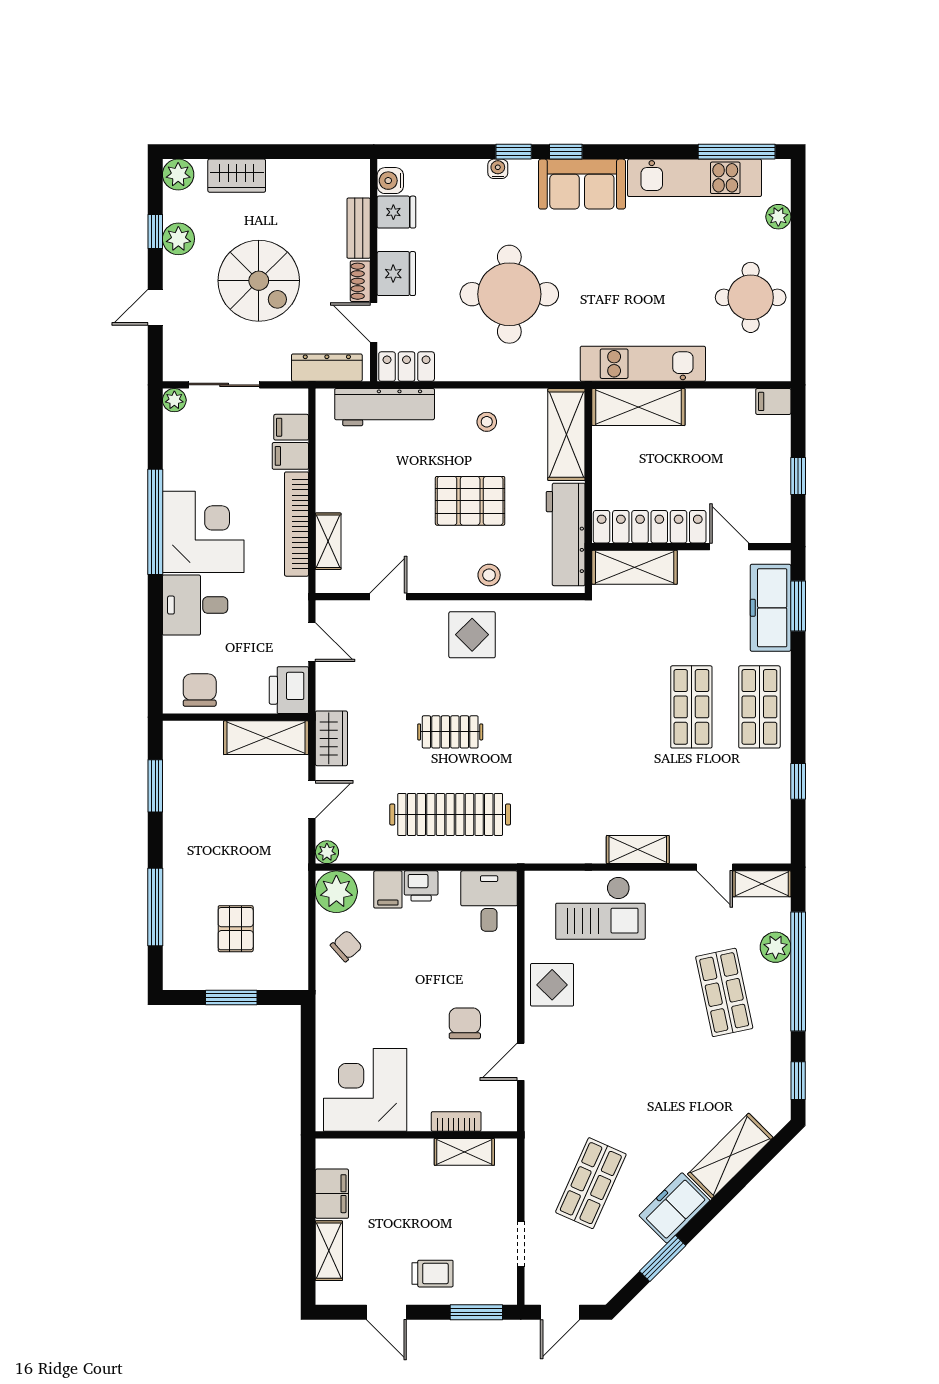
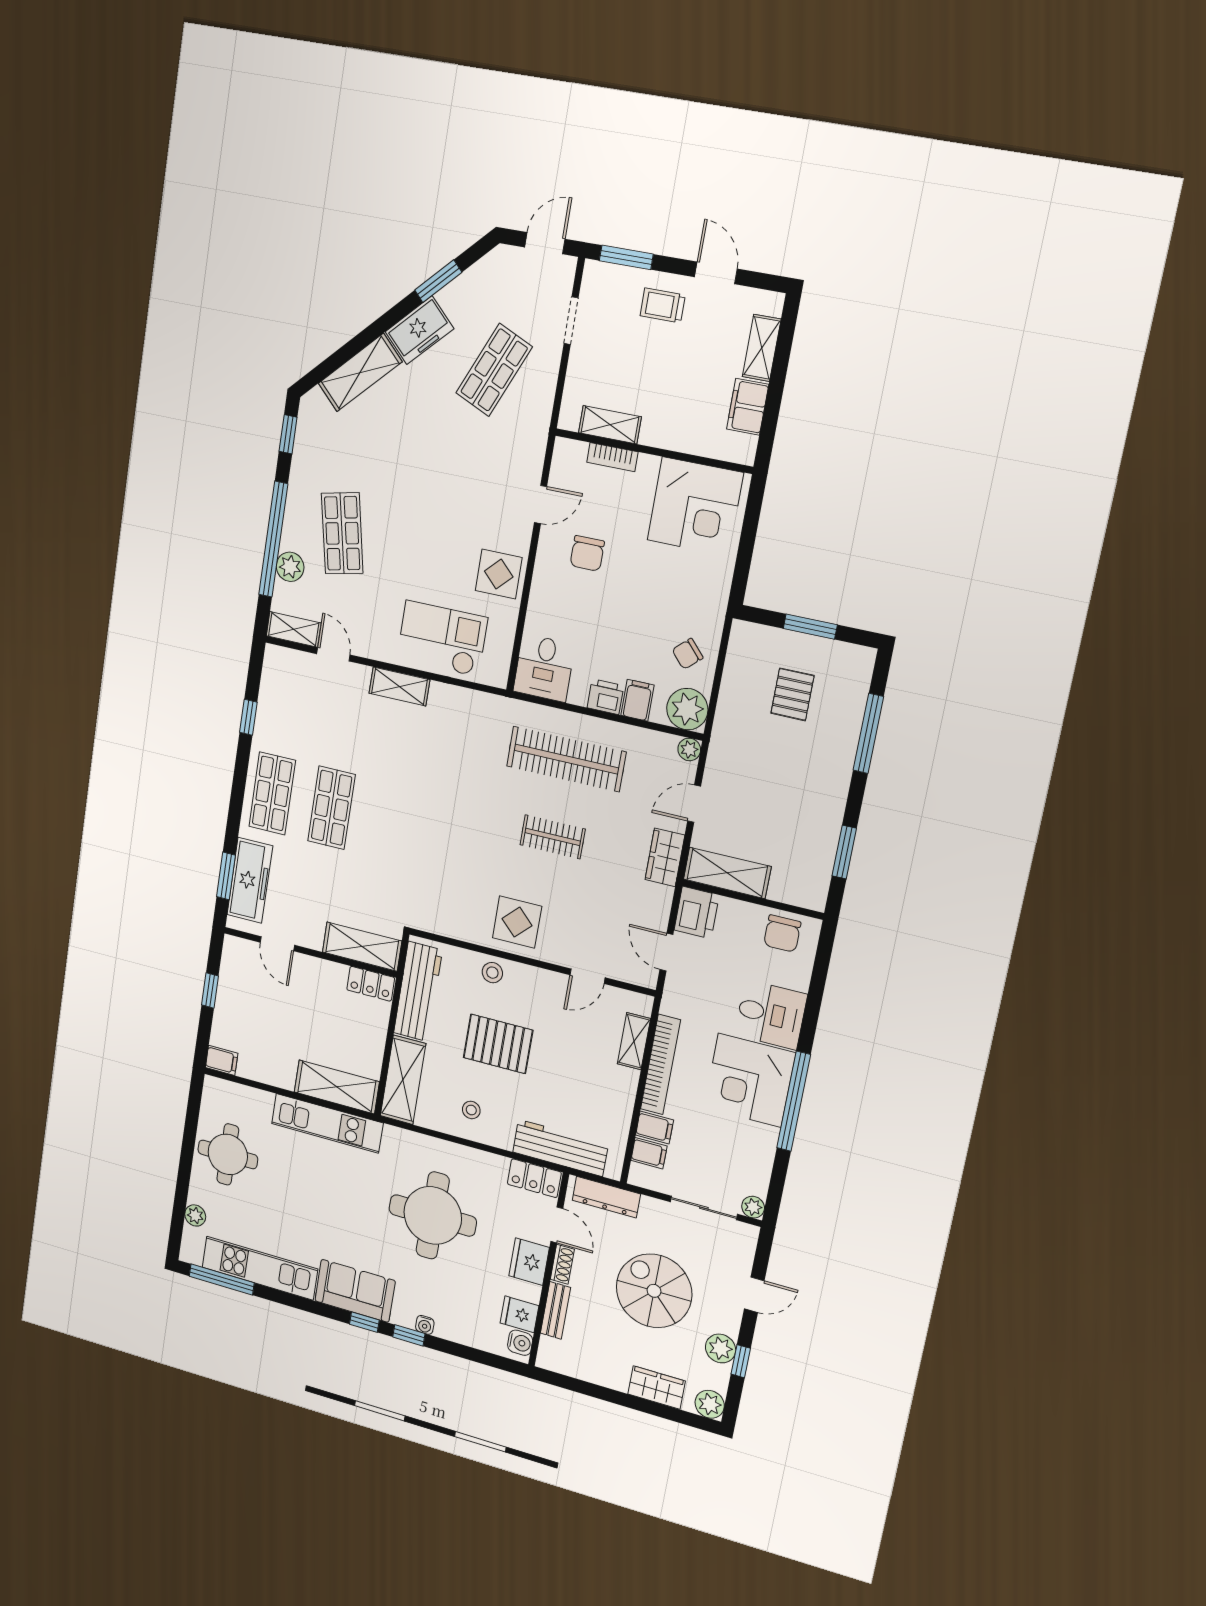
locker: (650, 527) -> (371, 984), width x0.46, depth x0.83

